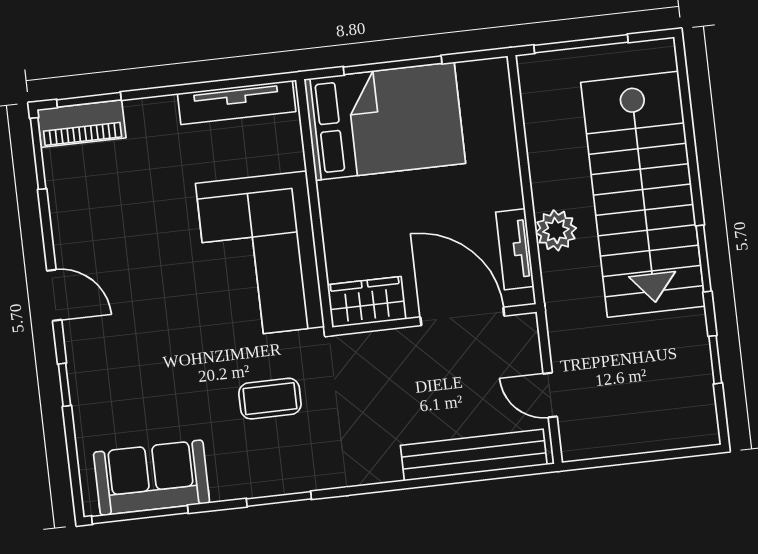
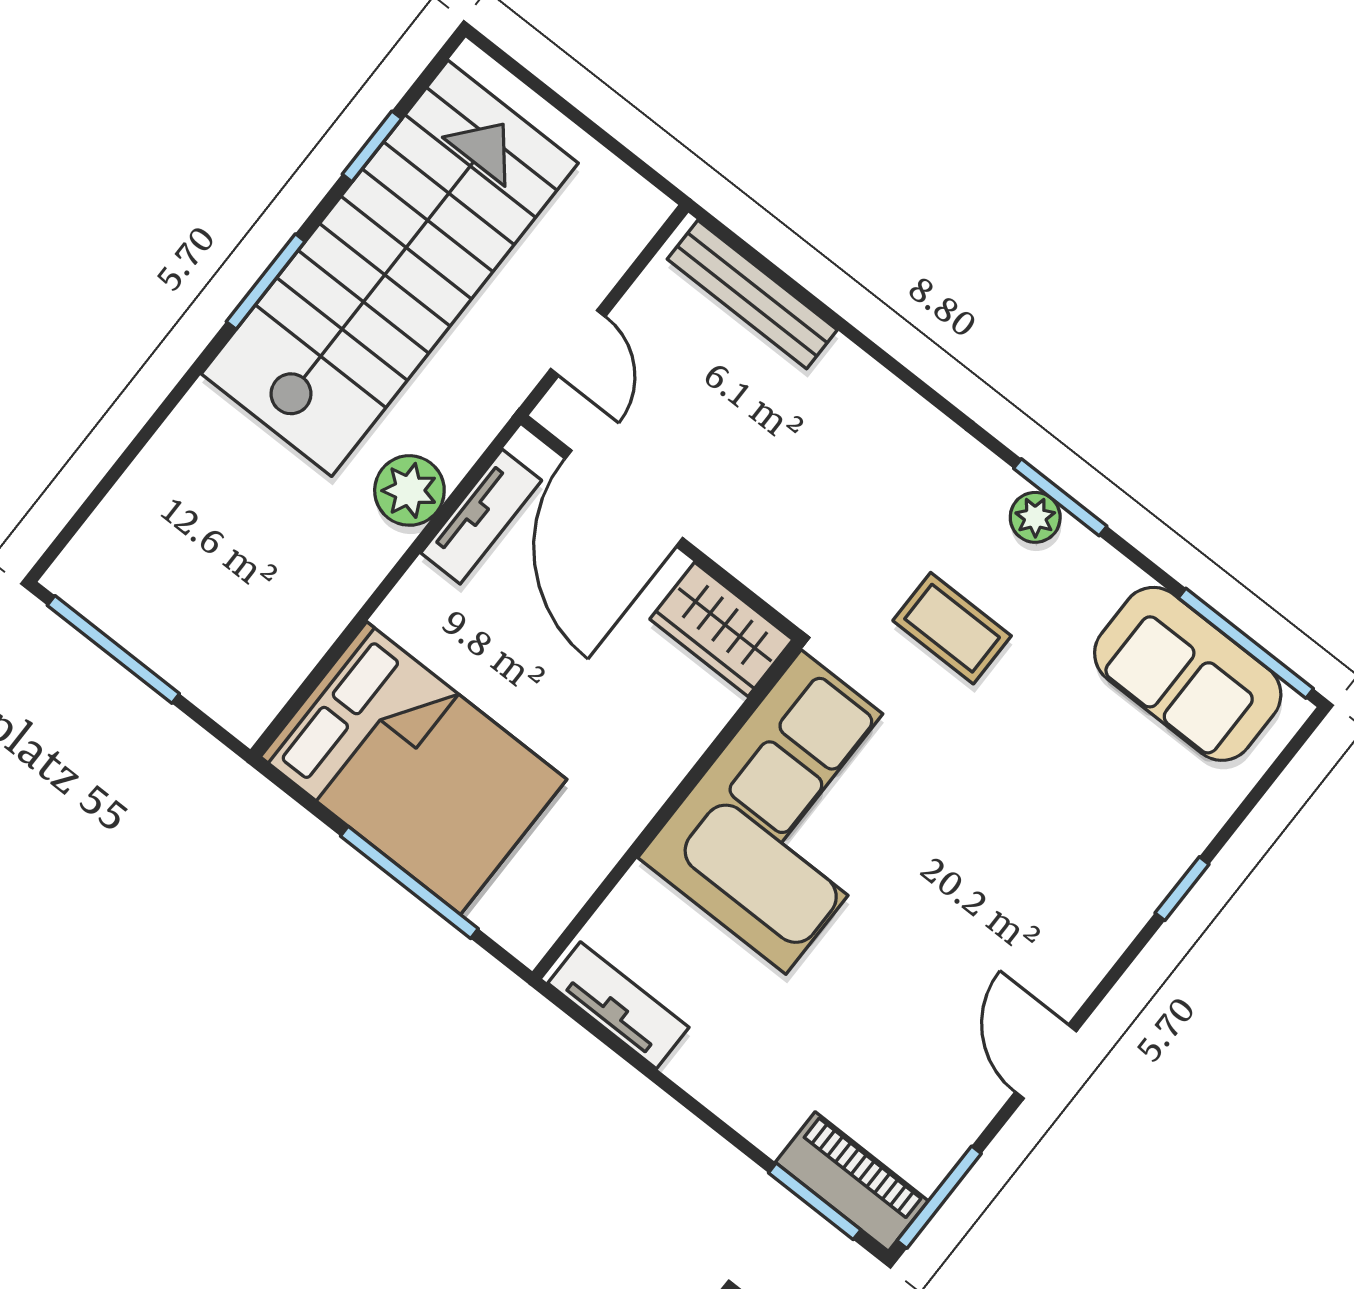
window: (581, 44) -> (113, 649), moved
tv unit: (237, 103) -> (618, 1005), width x0.71
bed: (385, 121) -> (413, 768), moved, turned 180
stairs: (643, 194) -> (390, 268), moved
door: (54, 295) -> (1046, 1062), moved
door: (550, 395) -> (578, 343), moved
bench: (474, 455) -> (752, 294), width x0.73, depth x0.82
plant: (281, 480) -> (1035, 517), added

